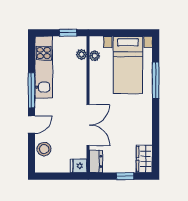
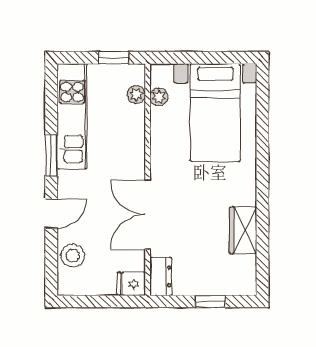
window: (156, 80) -> (262, 138), removed
window: (31, 90) -> (51, 156), width x0.69
double door: (88, 125) -> (148, 215), swing flipped
wardrobe: (144, 159) -> (243, 230), moved

